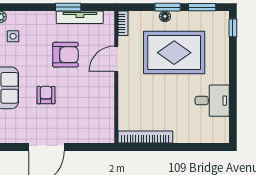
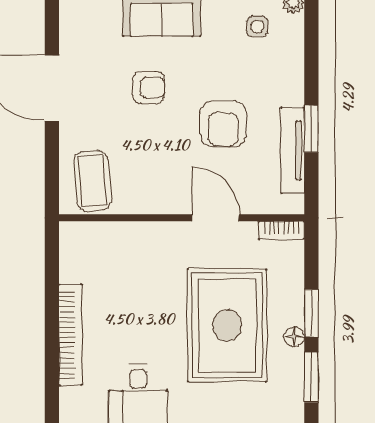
floor lamp: (165, 16) -> (294, 337), moved
coffee table: (96, 125) -> (93, 181), added
bookcase: (145, 137) -> (70, 335), moved

